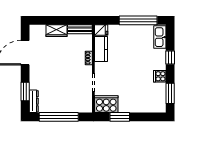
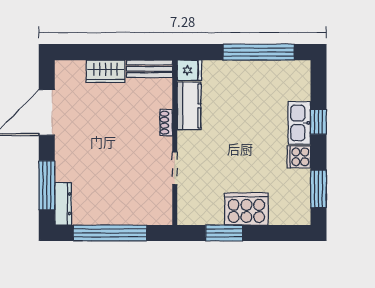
kitchen sink: (160, 37) -> (299, 123), moved
window: (25, 91) -> (47, 185), width x1.44
cooker: (106, 104) -> (246, 209), moved

